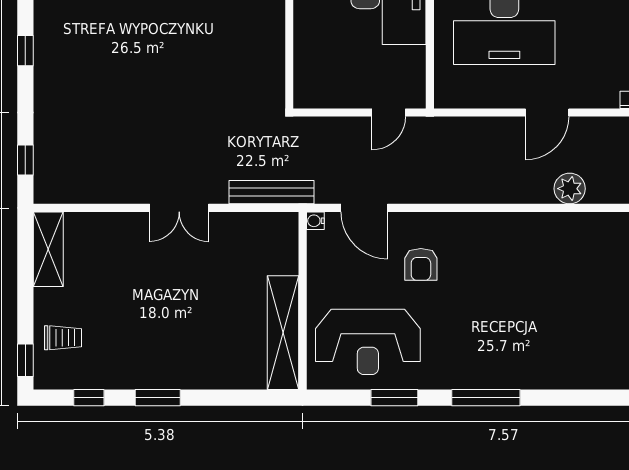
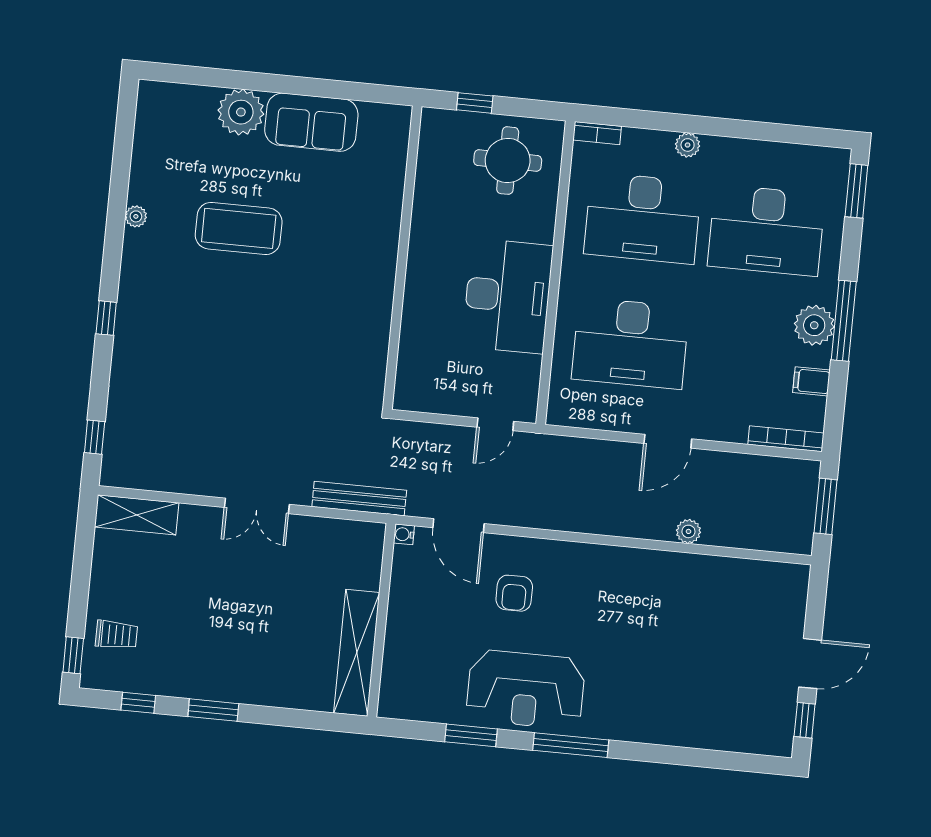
plant: (570, 189) -> (688, 531), width x0.73, depth x0.73
shelving: (48, 249) -> (137, 515), moved, turned 90
reception desk: (368, 342) -> (526, 689), moved

